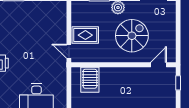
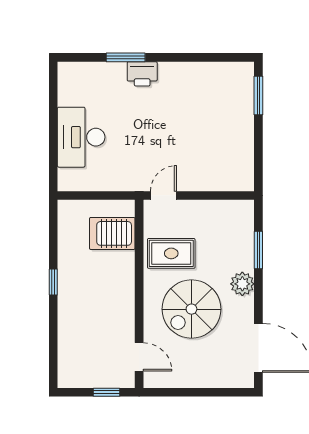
rug: (85, 35) -> (171, 253), moved, turned 90
spiral stairs: (132, 36) -> (191, 309), turned 90

